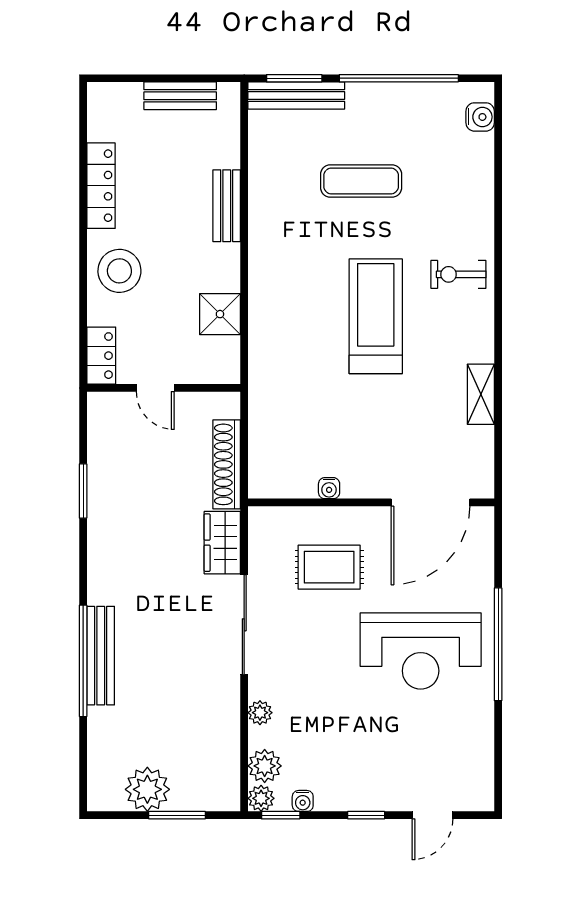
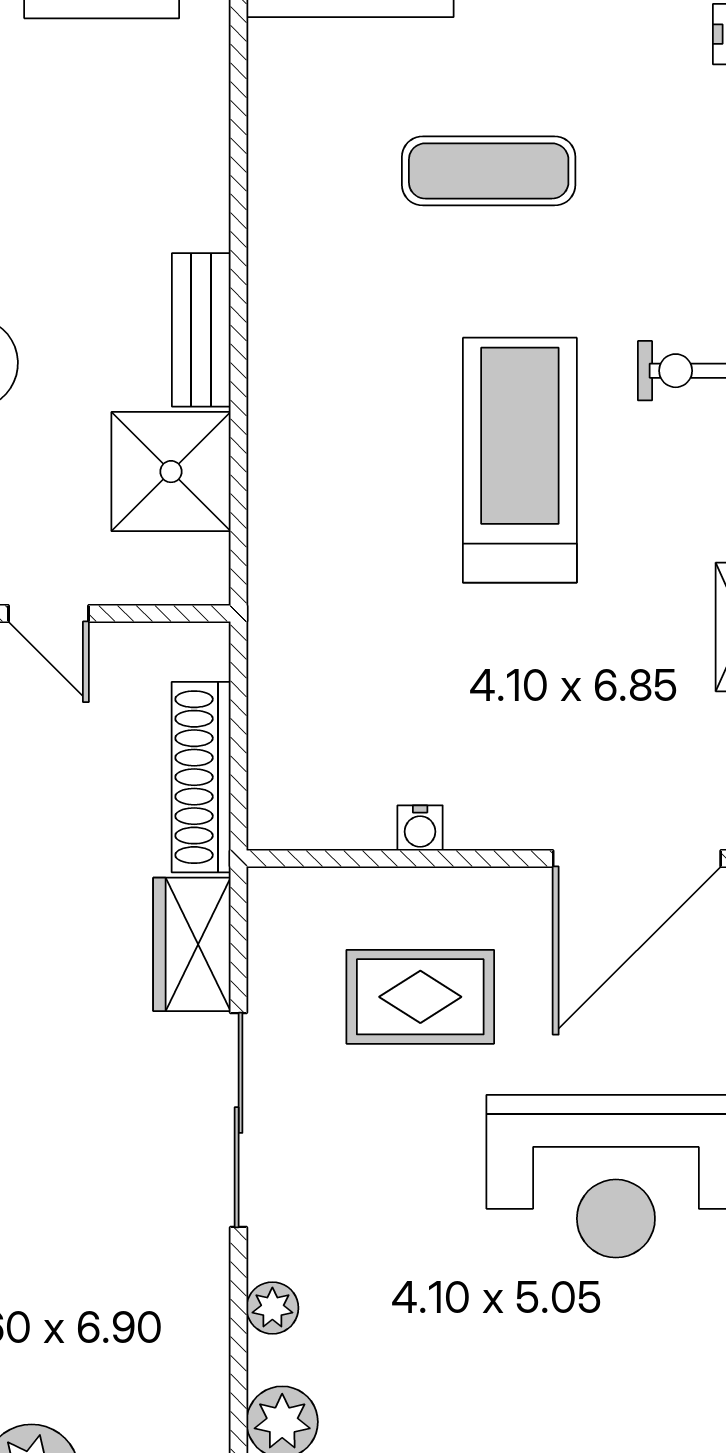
bench: (227, 206) -> (201, 330), moved
shower: (220, 314) -> (171, 472), width x1.36, depth x1.36

